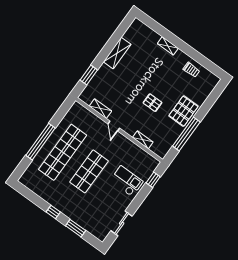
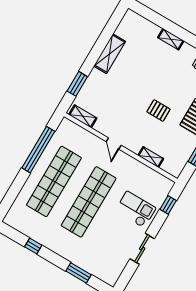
shelving: (100, 109) -> (83, 116), moved
window: (41, 142) -> (38, 150), moved
shop shelf: (89, 171) -> (89, 202), width x1.40
window: (53, 212) -> (33, 246), moved
sliding door: (122, 223) -> (142, 249), moved

